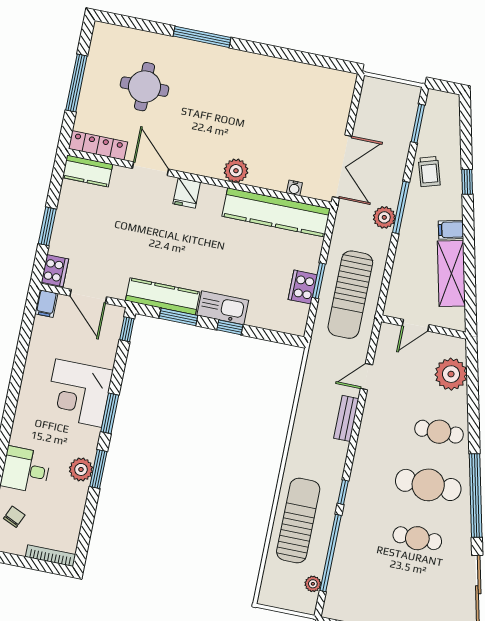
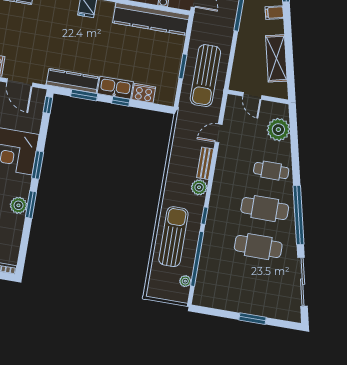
plant: (384, 217) -> (199, 187), moved
filing cabinet: (451, 230) -> (274, 13), moved
cooker: (303, 287) -> (144, 93), moved, turned 90
door: (416, 325) -> (252, 96), hinge flipped
cafe table: (417, 538) -> (258, 247), width x1.37, depth x1.35

